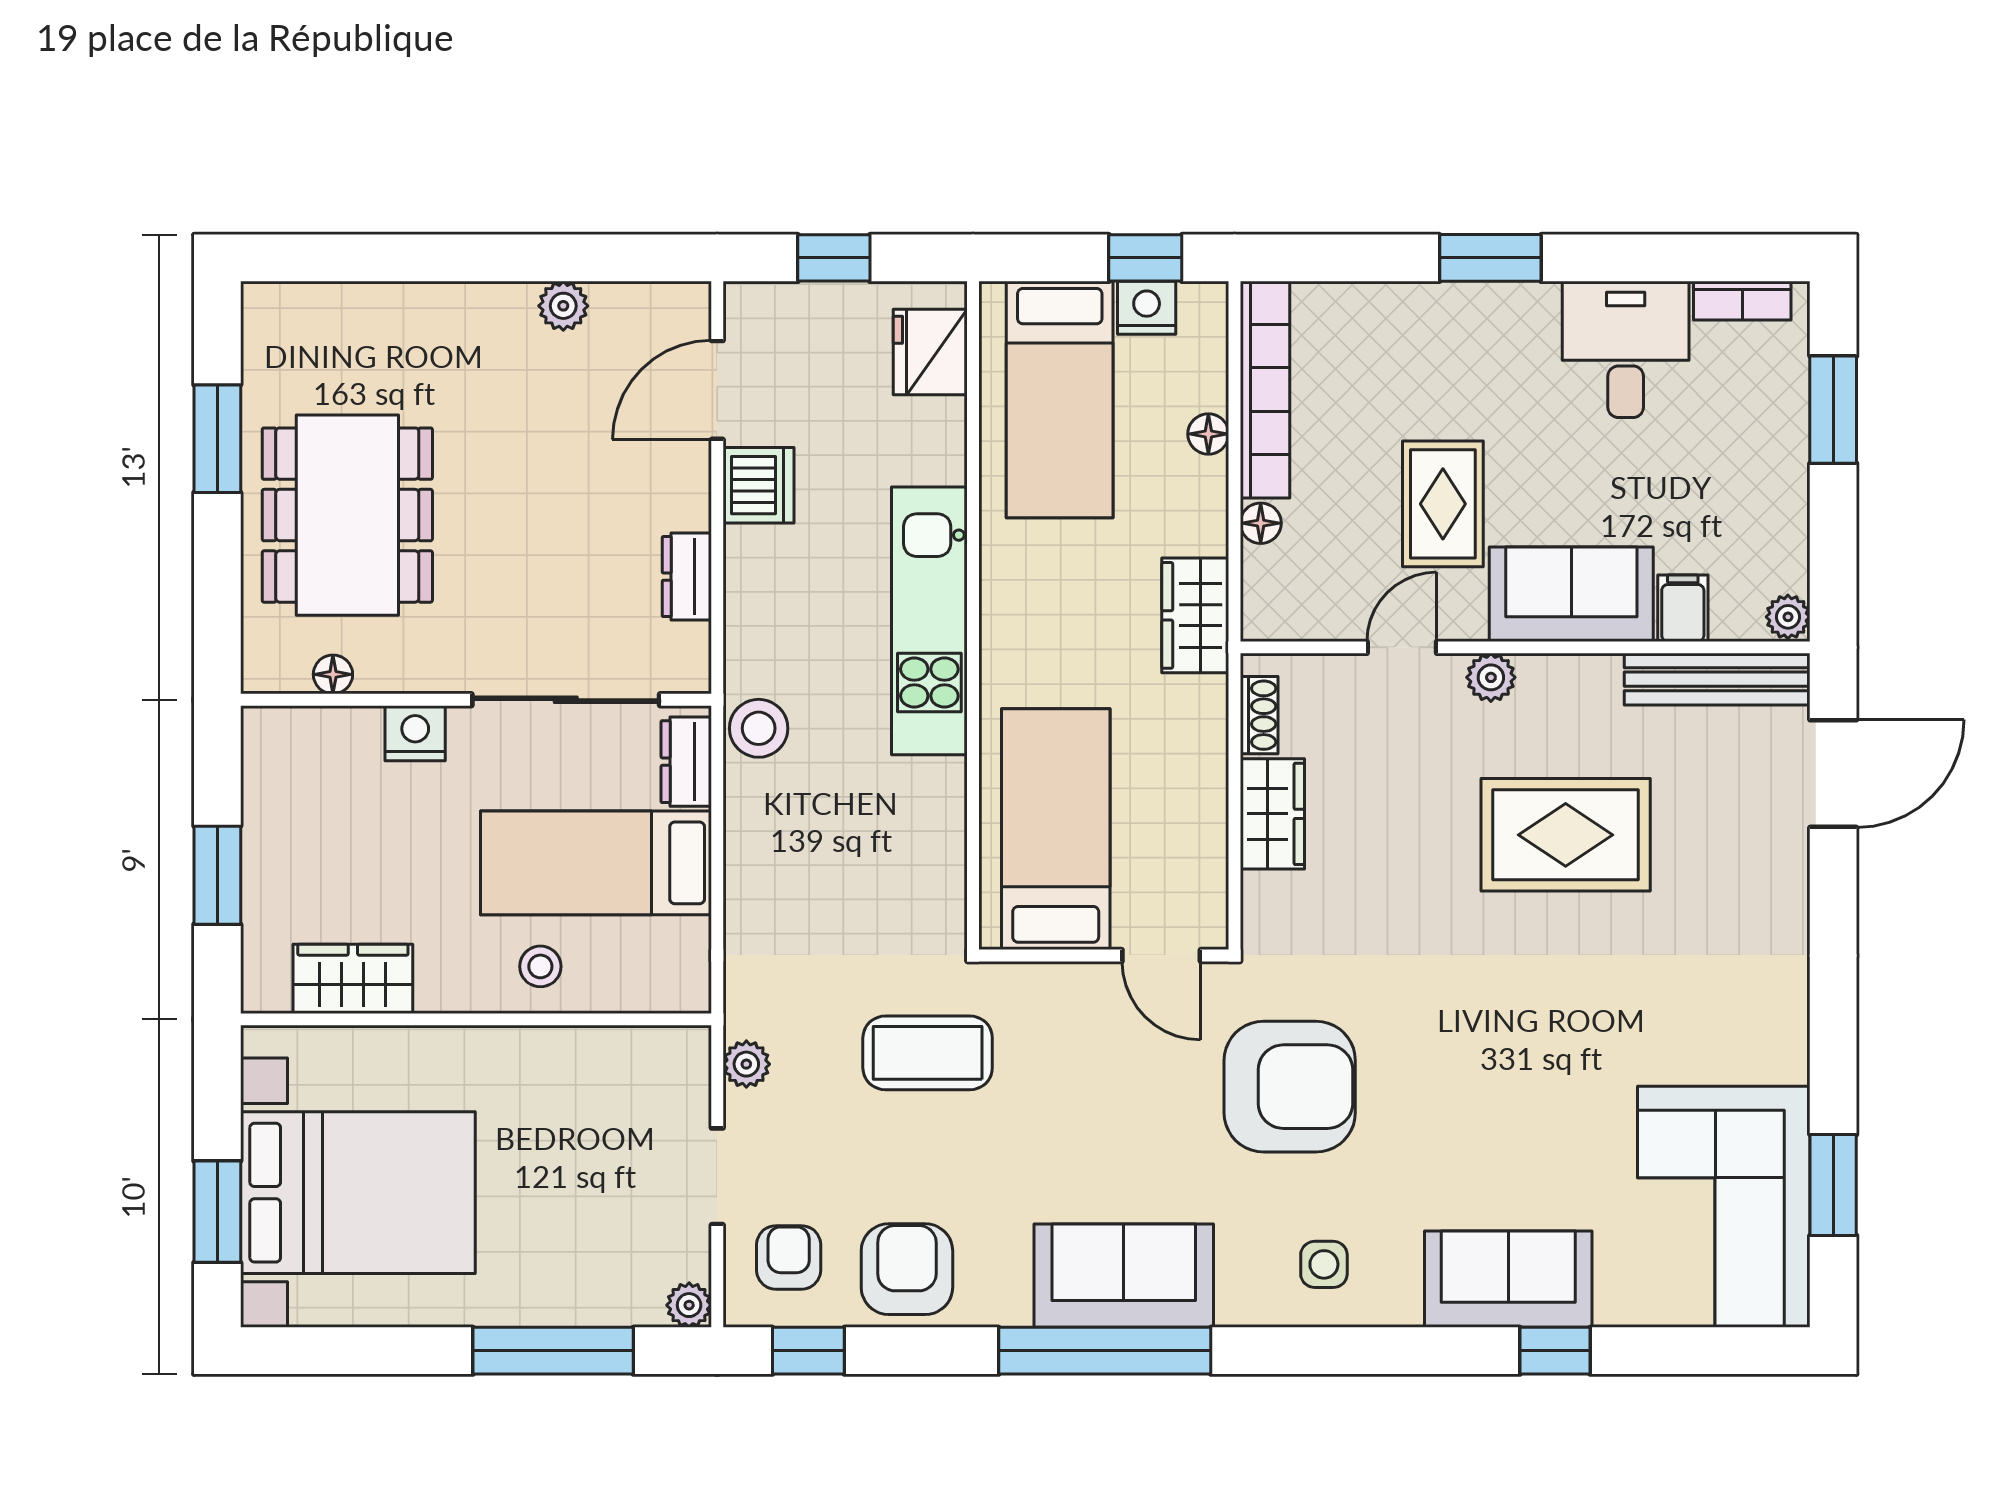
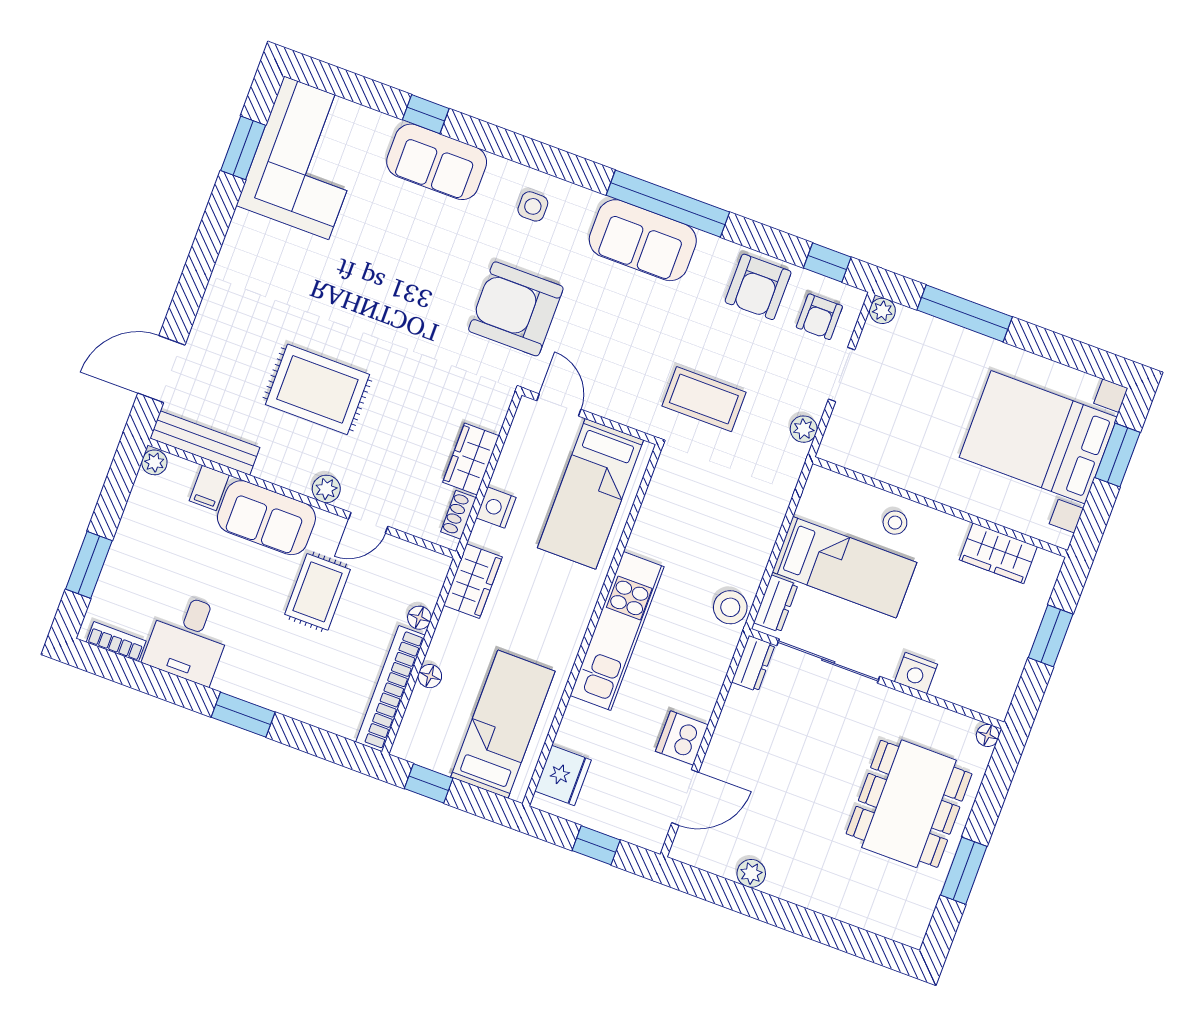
nightstand: (1147, 308) -> (496, 508), moved, turned 90
dresser: (687, 577) -> (753, 664), moved
floor lamp: (333, 674) -> (988, 735), moved

